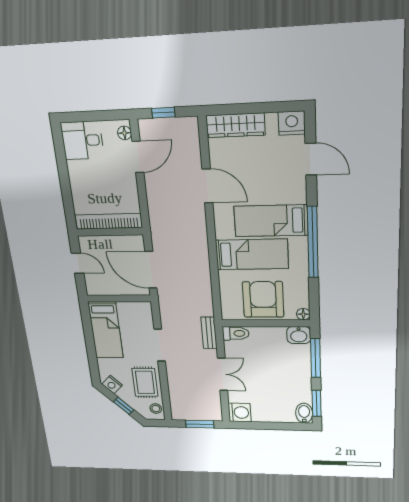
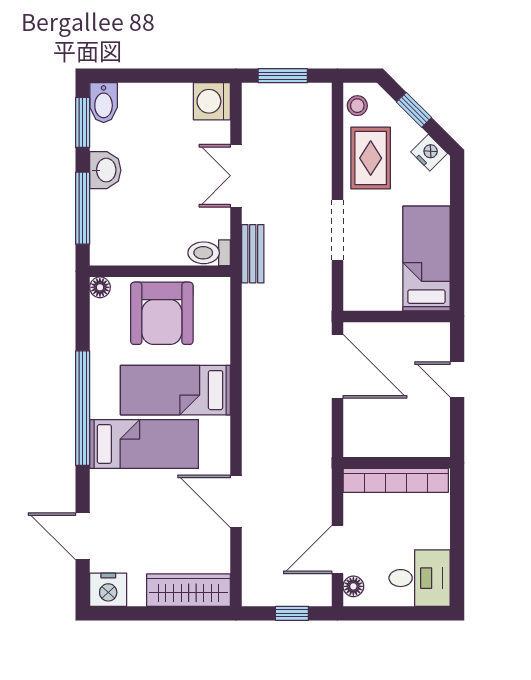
bookcase: (109, 221) -> (396, 480), moved
wall: (110, 232) -> (397, 463), moved
washbasin: (299, 335) -> (105, 170), moved, turned 90

